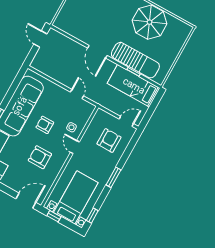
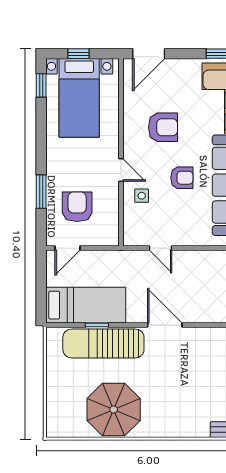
armchair: (109, 140) -> (77, 207), turned 180
window: (113, 177) -> (41, 192), moved
window: (54, 216) -> (78, 54), moved

